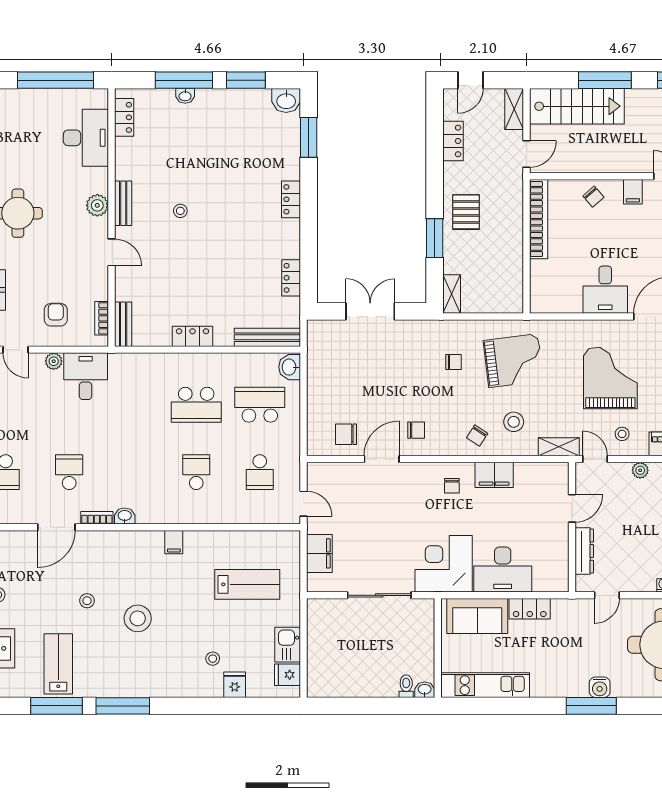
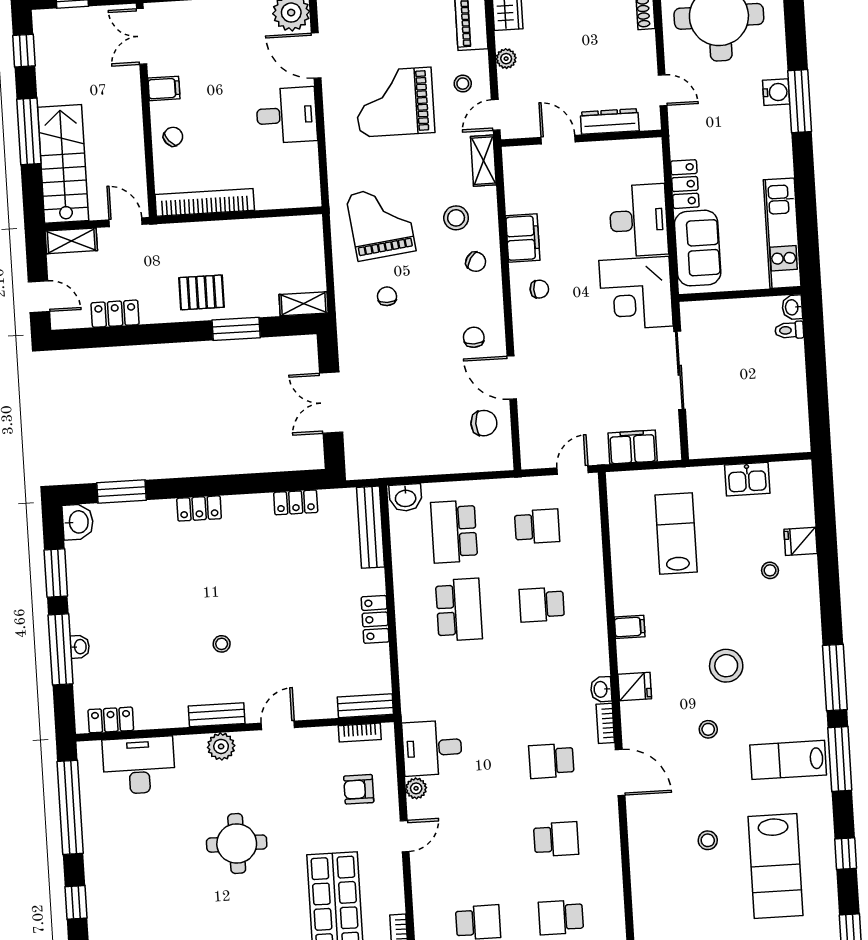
chair: (346, 434) -> (484, 423), turned -90
fridge: (287, 675) -> (635, 687), moved, turned -90

